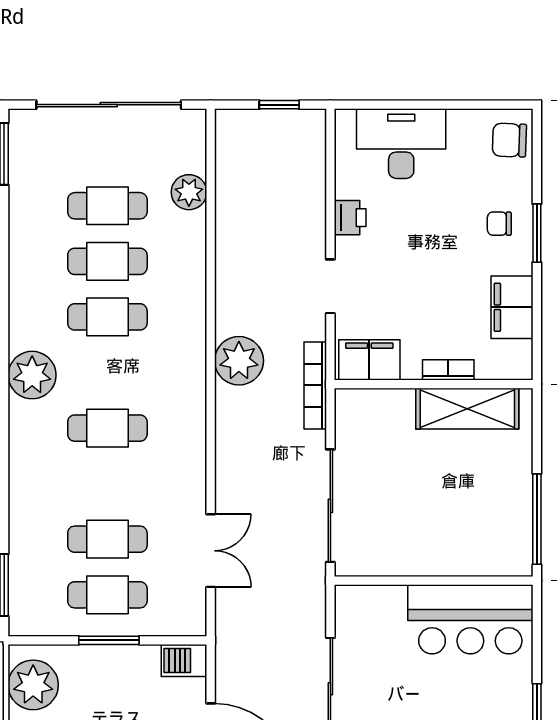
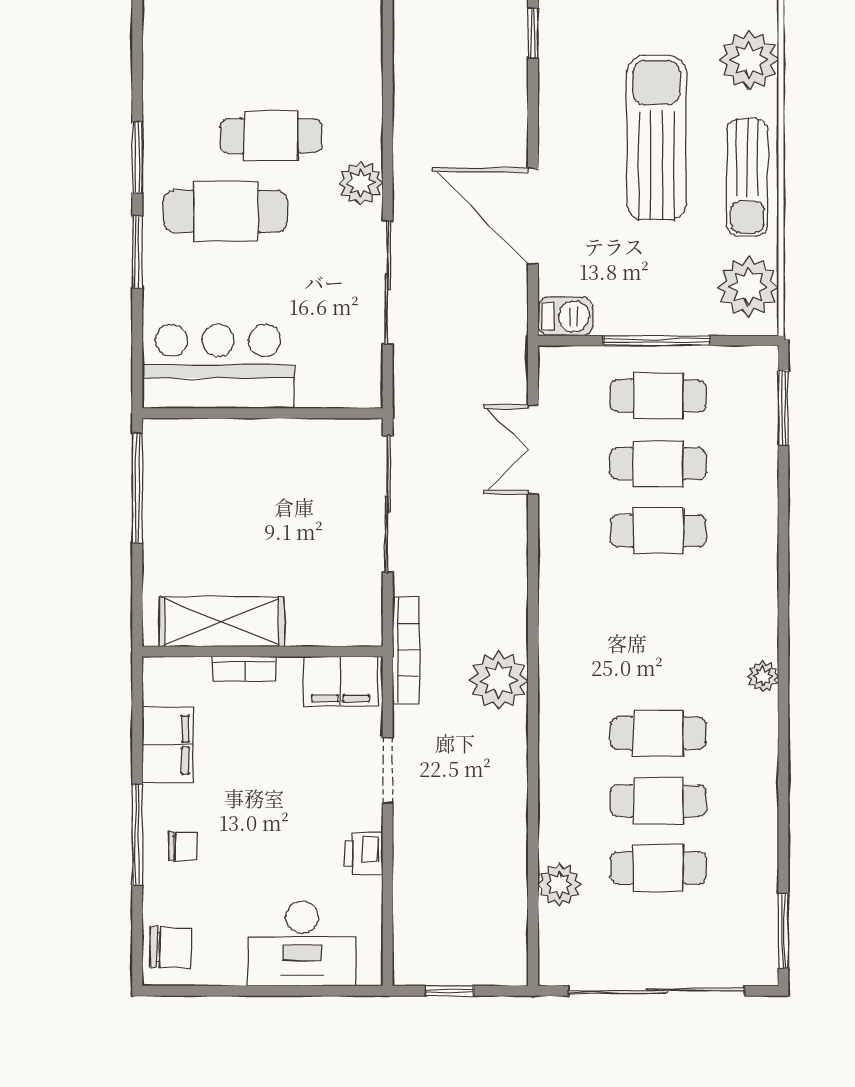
window: (537, 233) -> (137, 835), width x1.44
plant: (32, 375) -> (763, 676), width x0.53, depth x0.53
cafe table: (107, 428) -> (658, 531), moved
window: (109, 640) -> (656, 341), width x1.44

